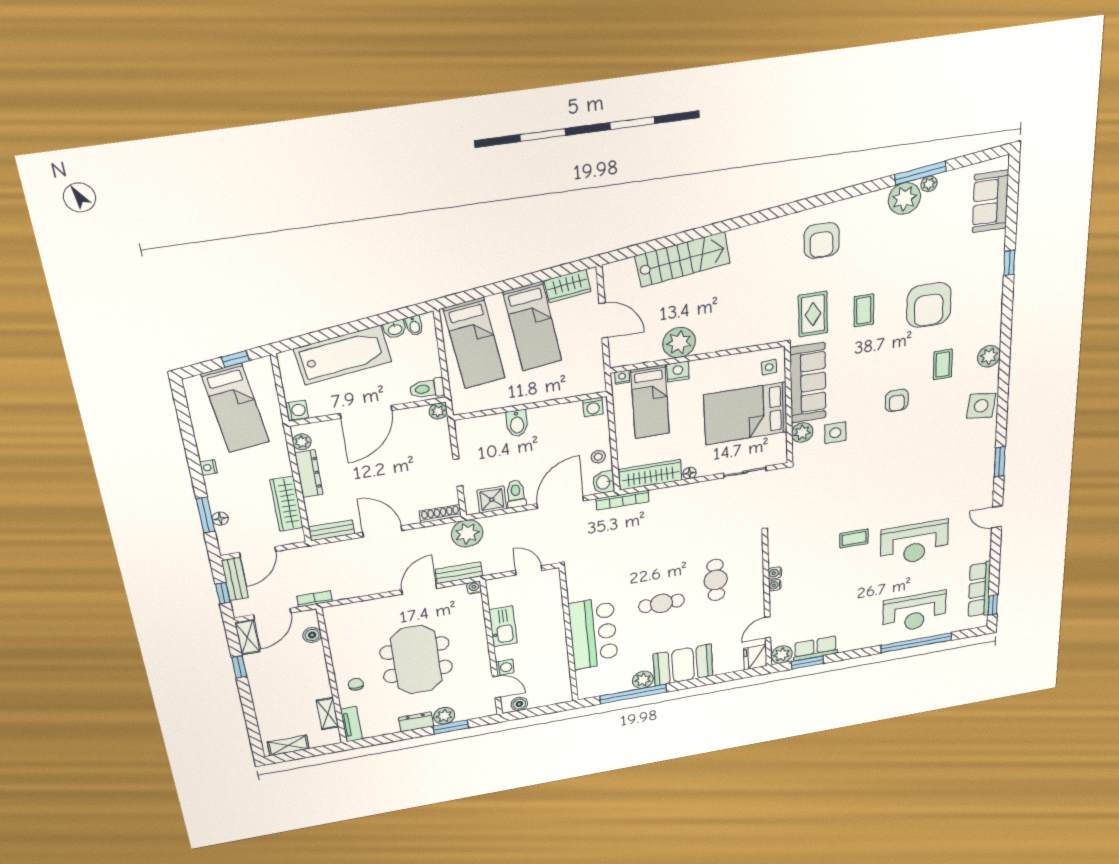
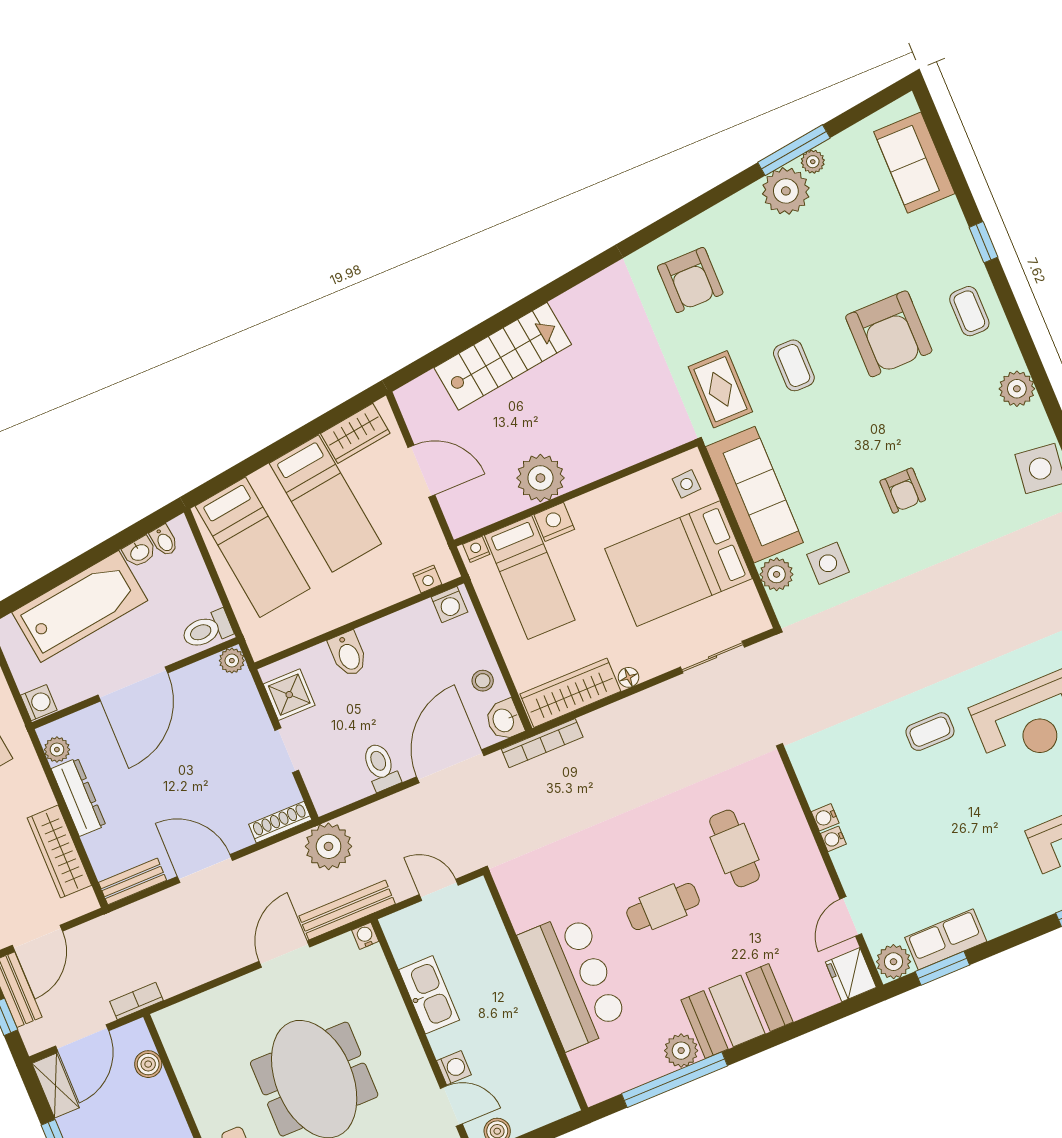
coffee table: (943, 364) -> (969, 311), moved
nightstand: (584, 388) -> (427, 579), added
shower: (492, 500) -> (289, 695), moved
bench: (459, 573) -> (347, 910), width x1.36

